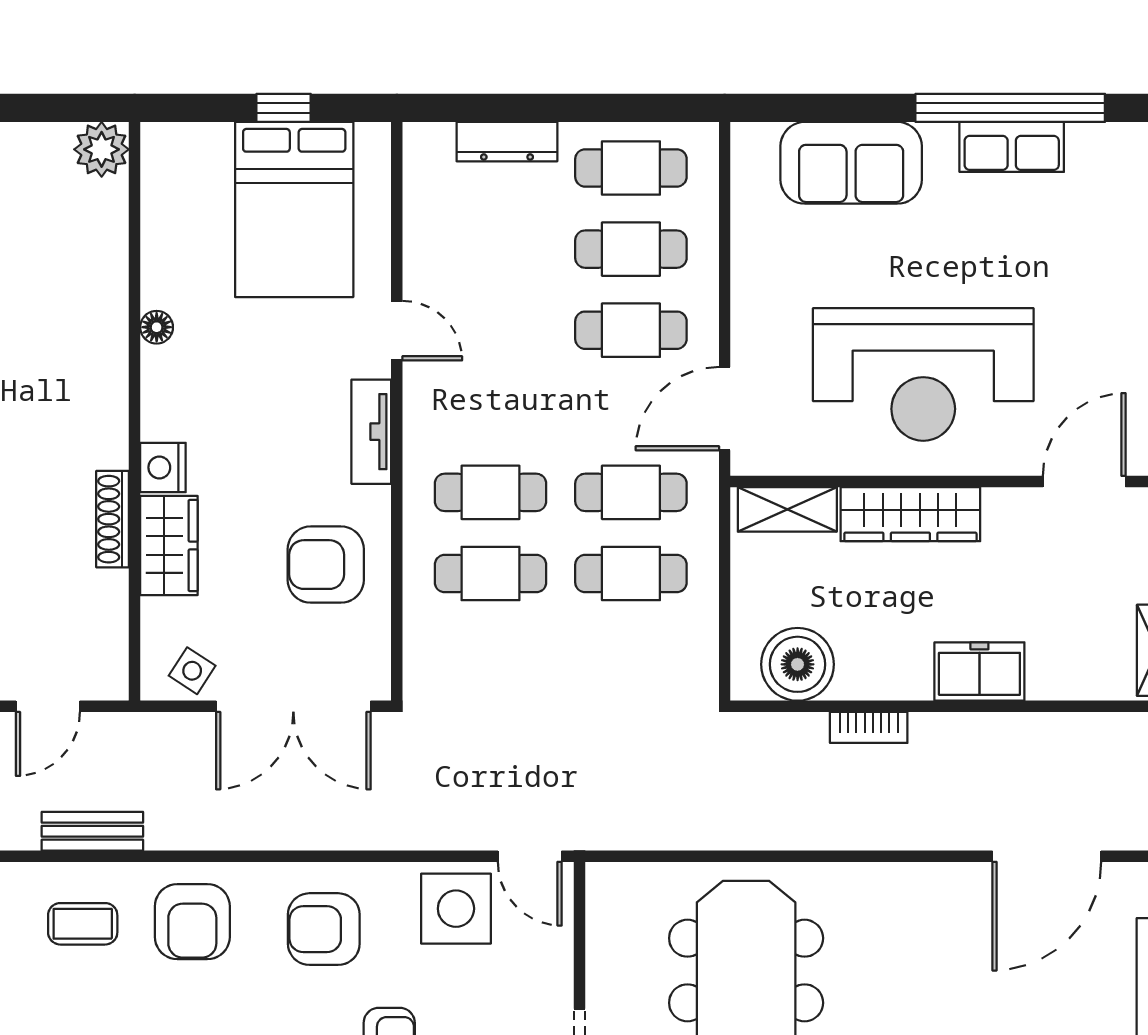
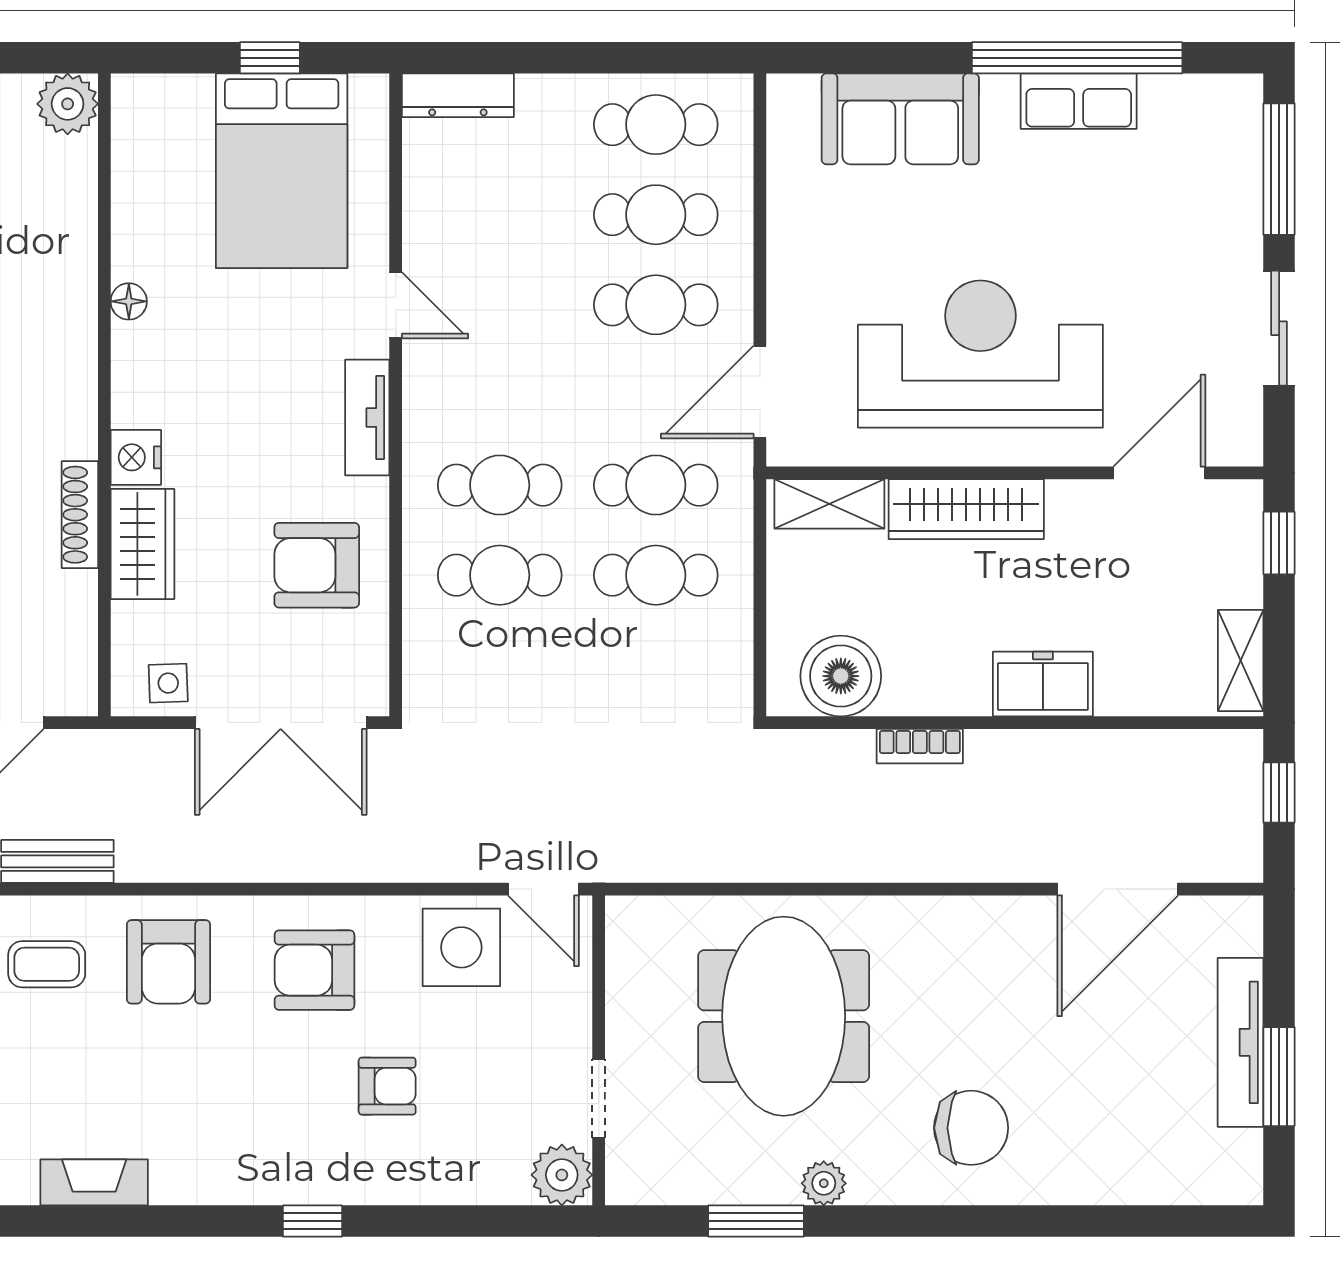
dresser: (507, 142) -> (458, 95), moved
reception desk: (923, 374) -> (980, 354), turned 180
side table: (192, 671) -> (168, 683), turned -35

